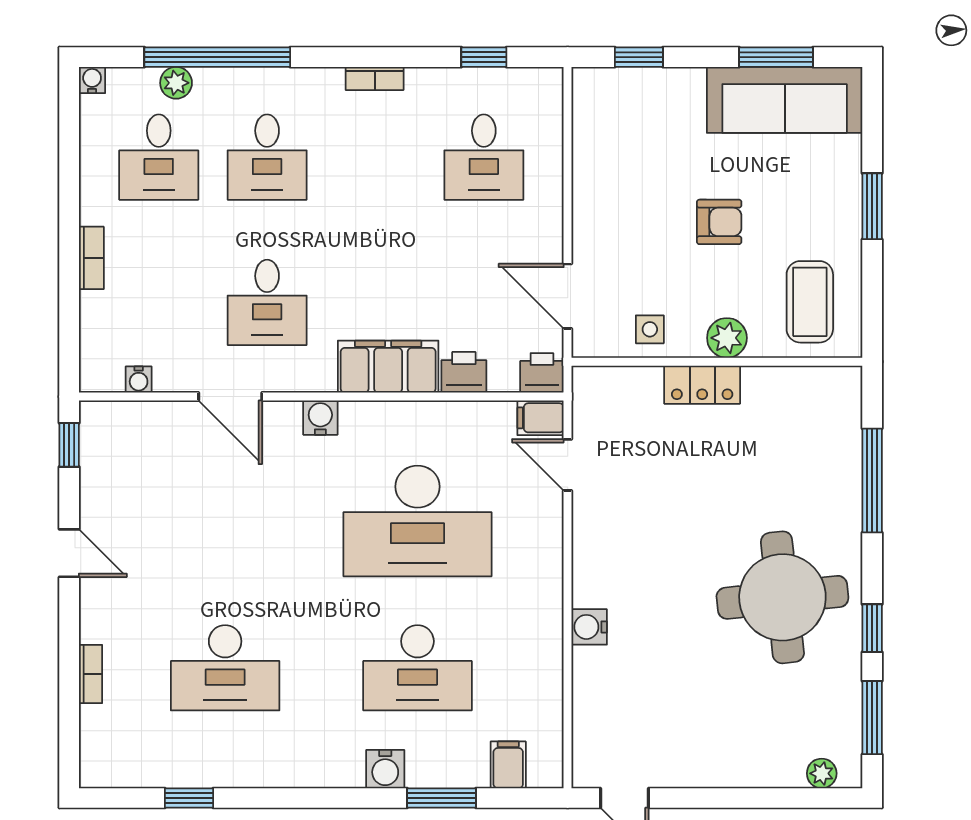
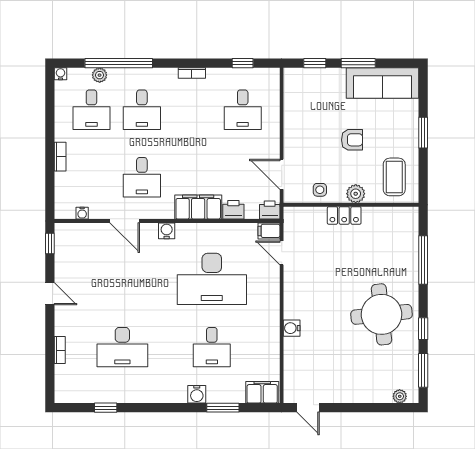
window: (776, 57) -> (358, 63), moved
desk: (417, 668) -> (212, 347), width x0.73
filing cabinet: (508, 765) -> (262, 392), width x2.00

